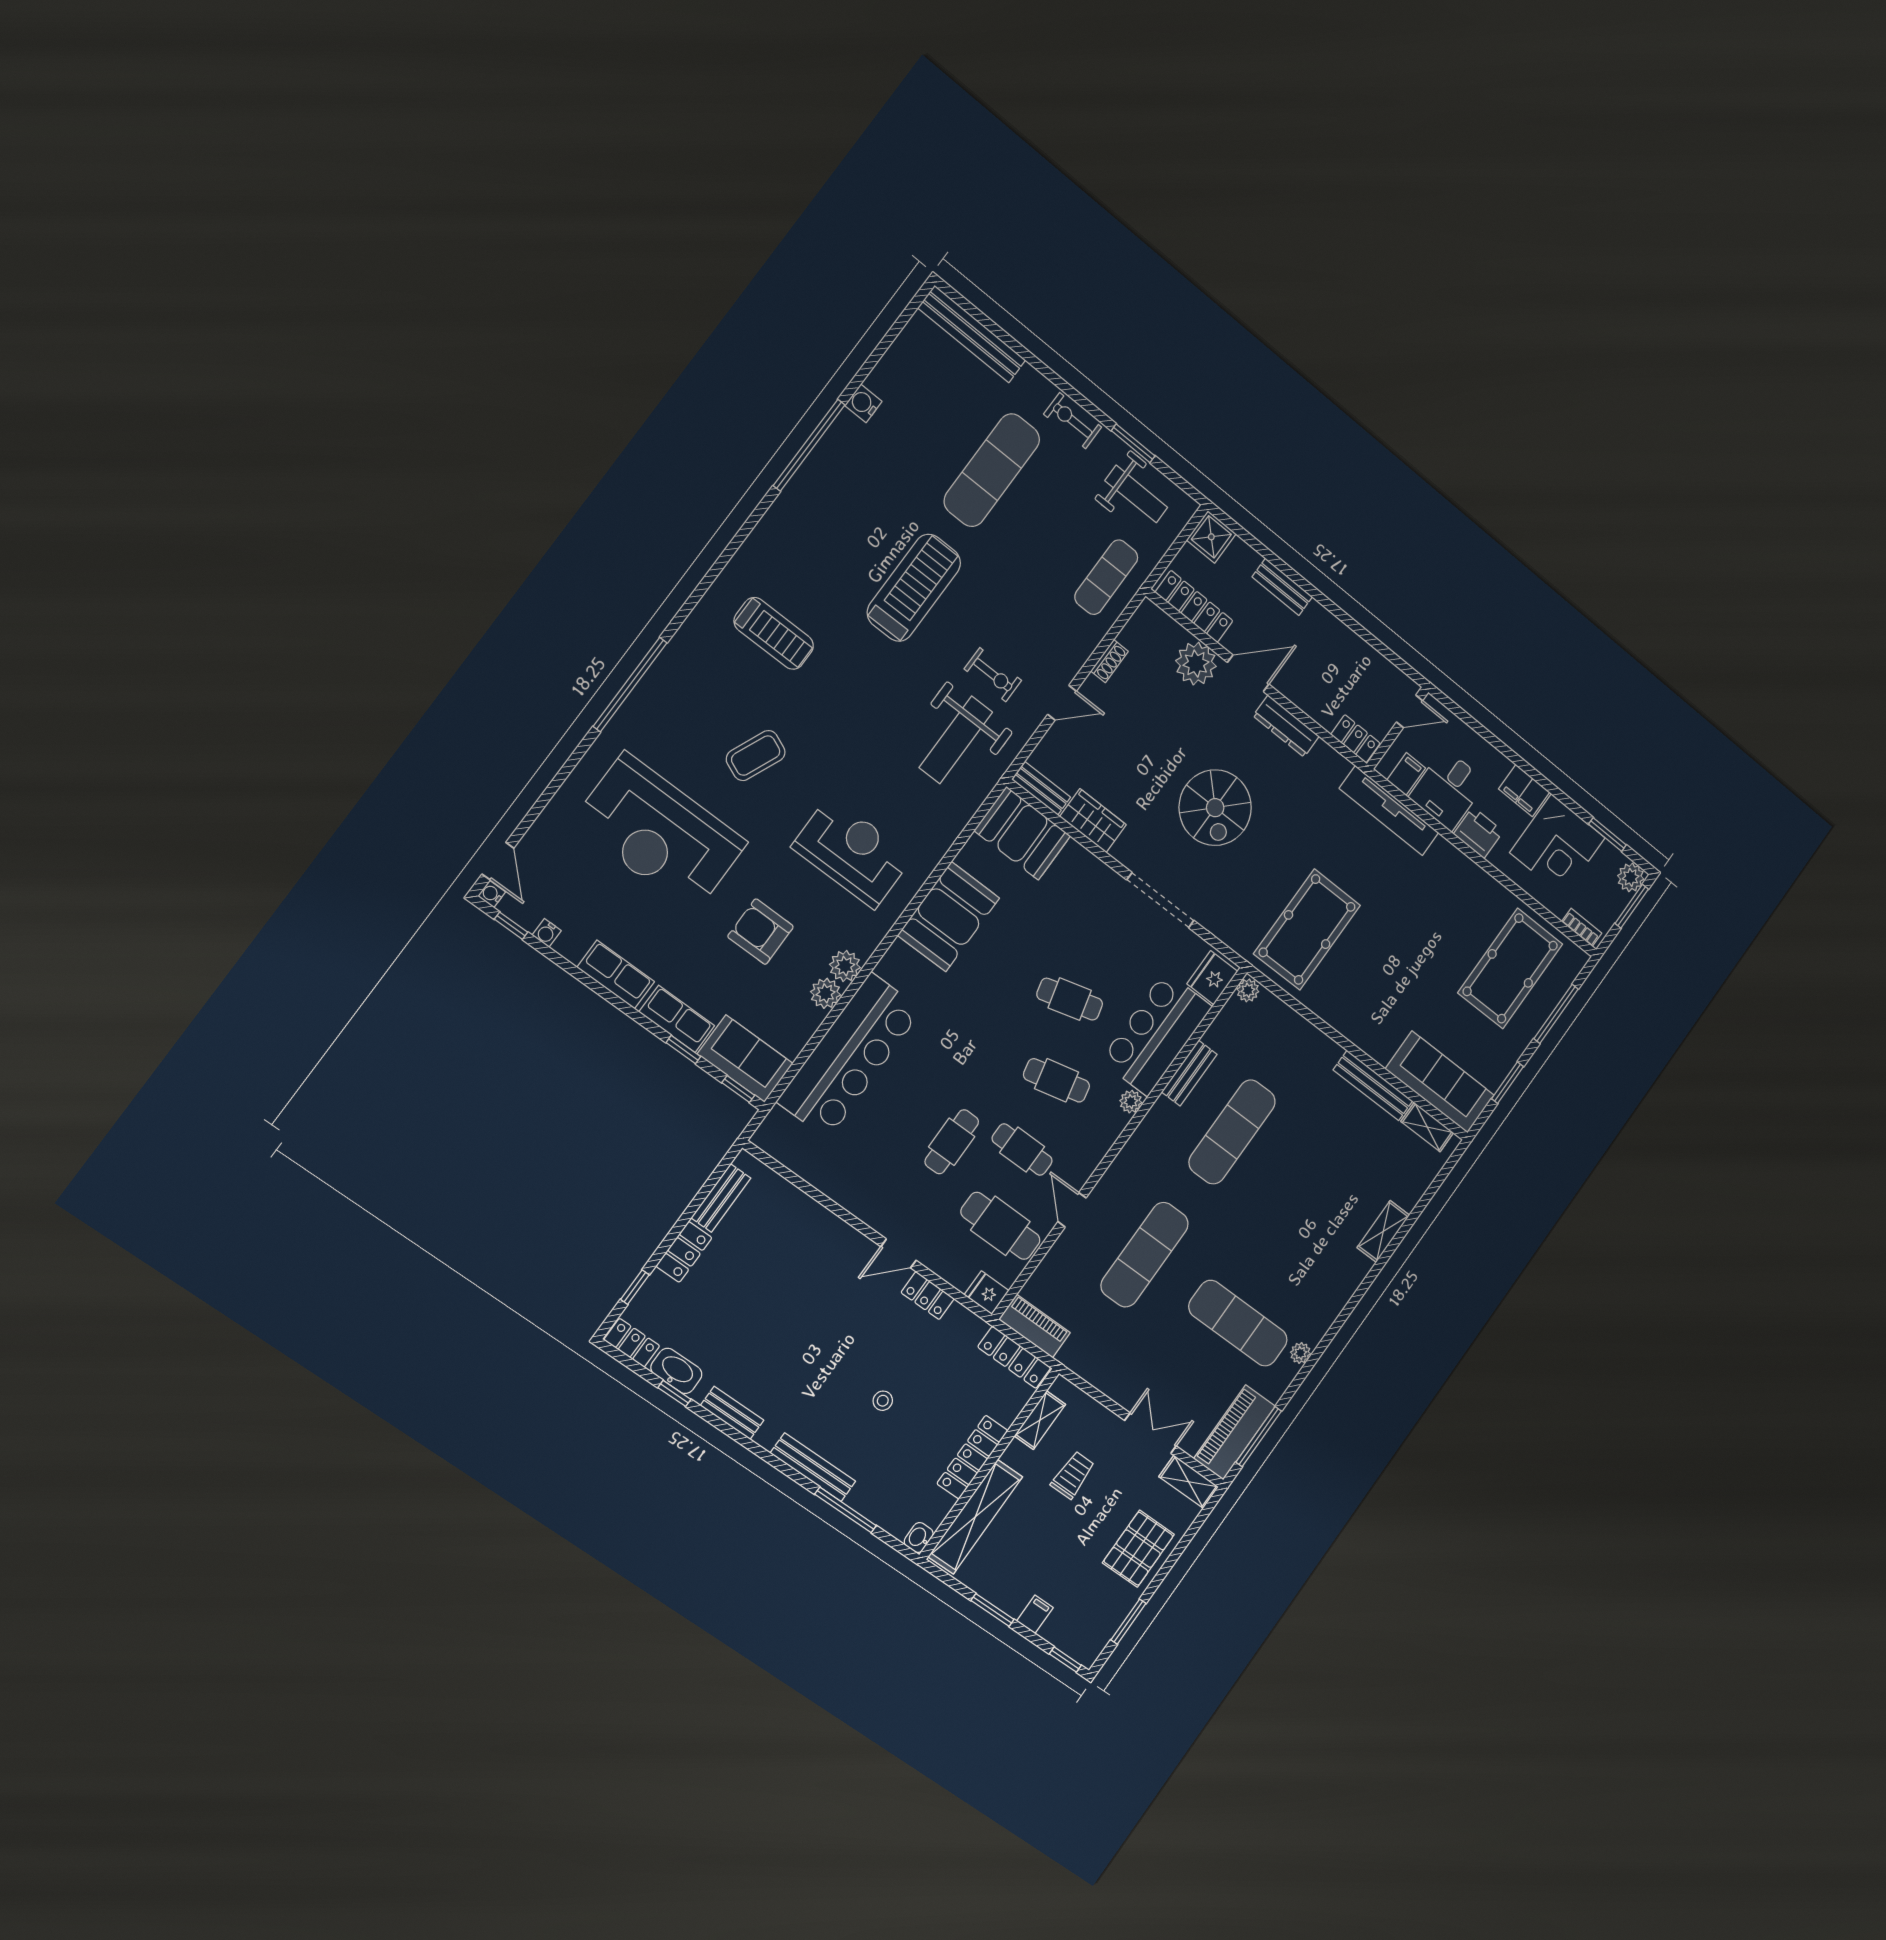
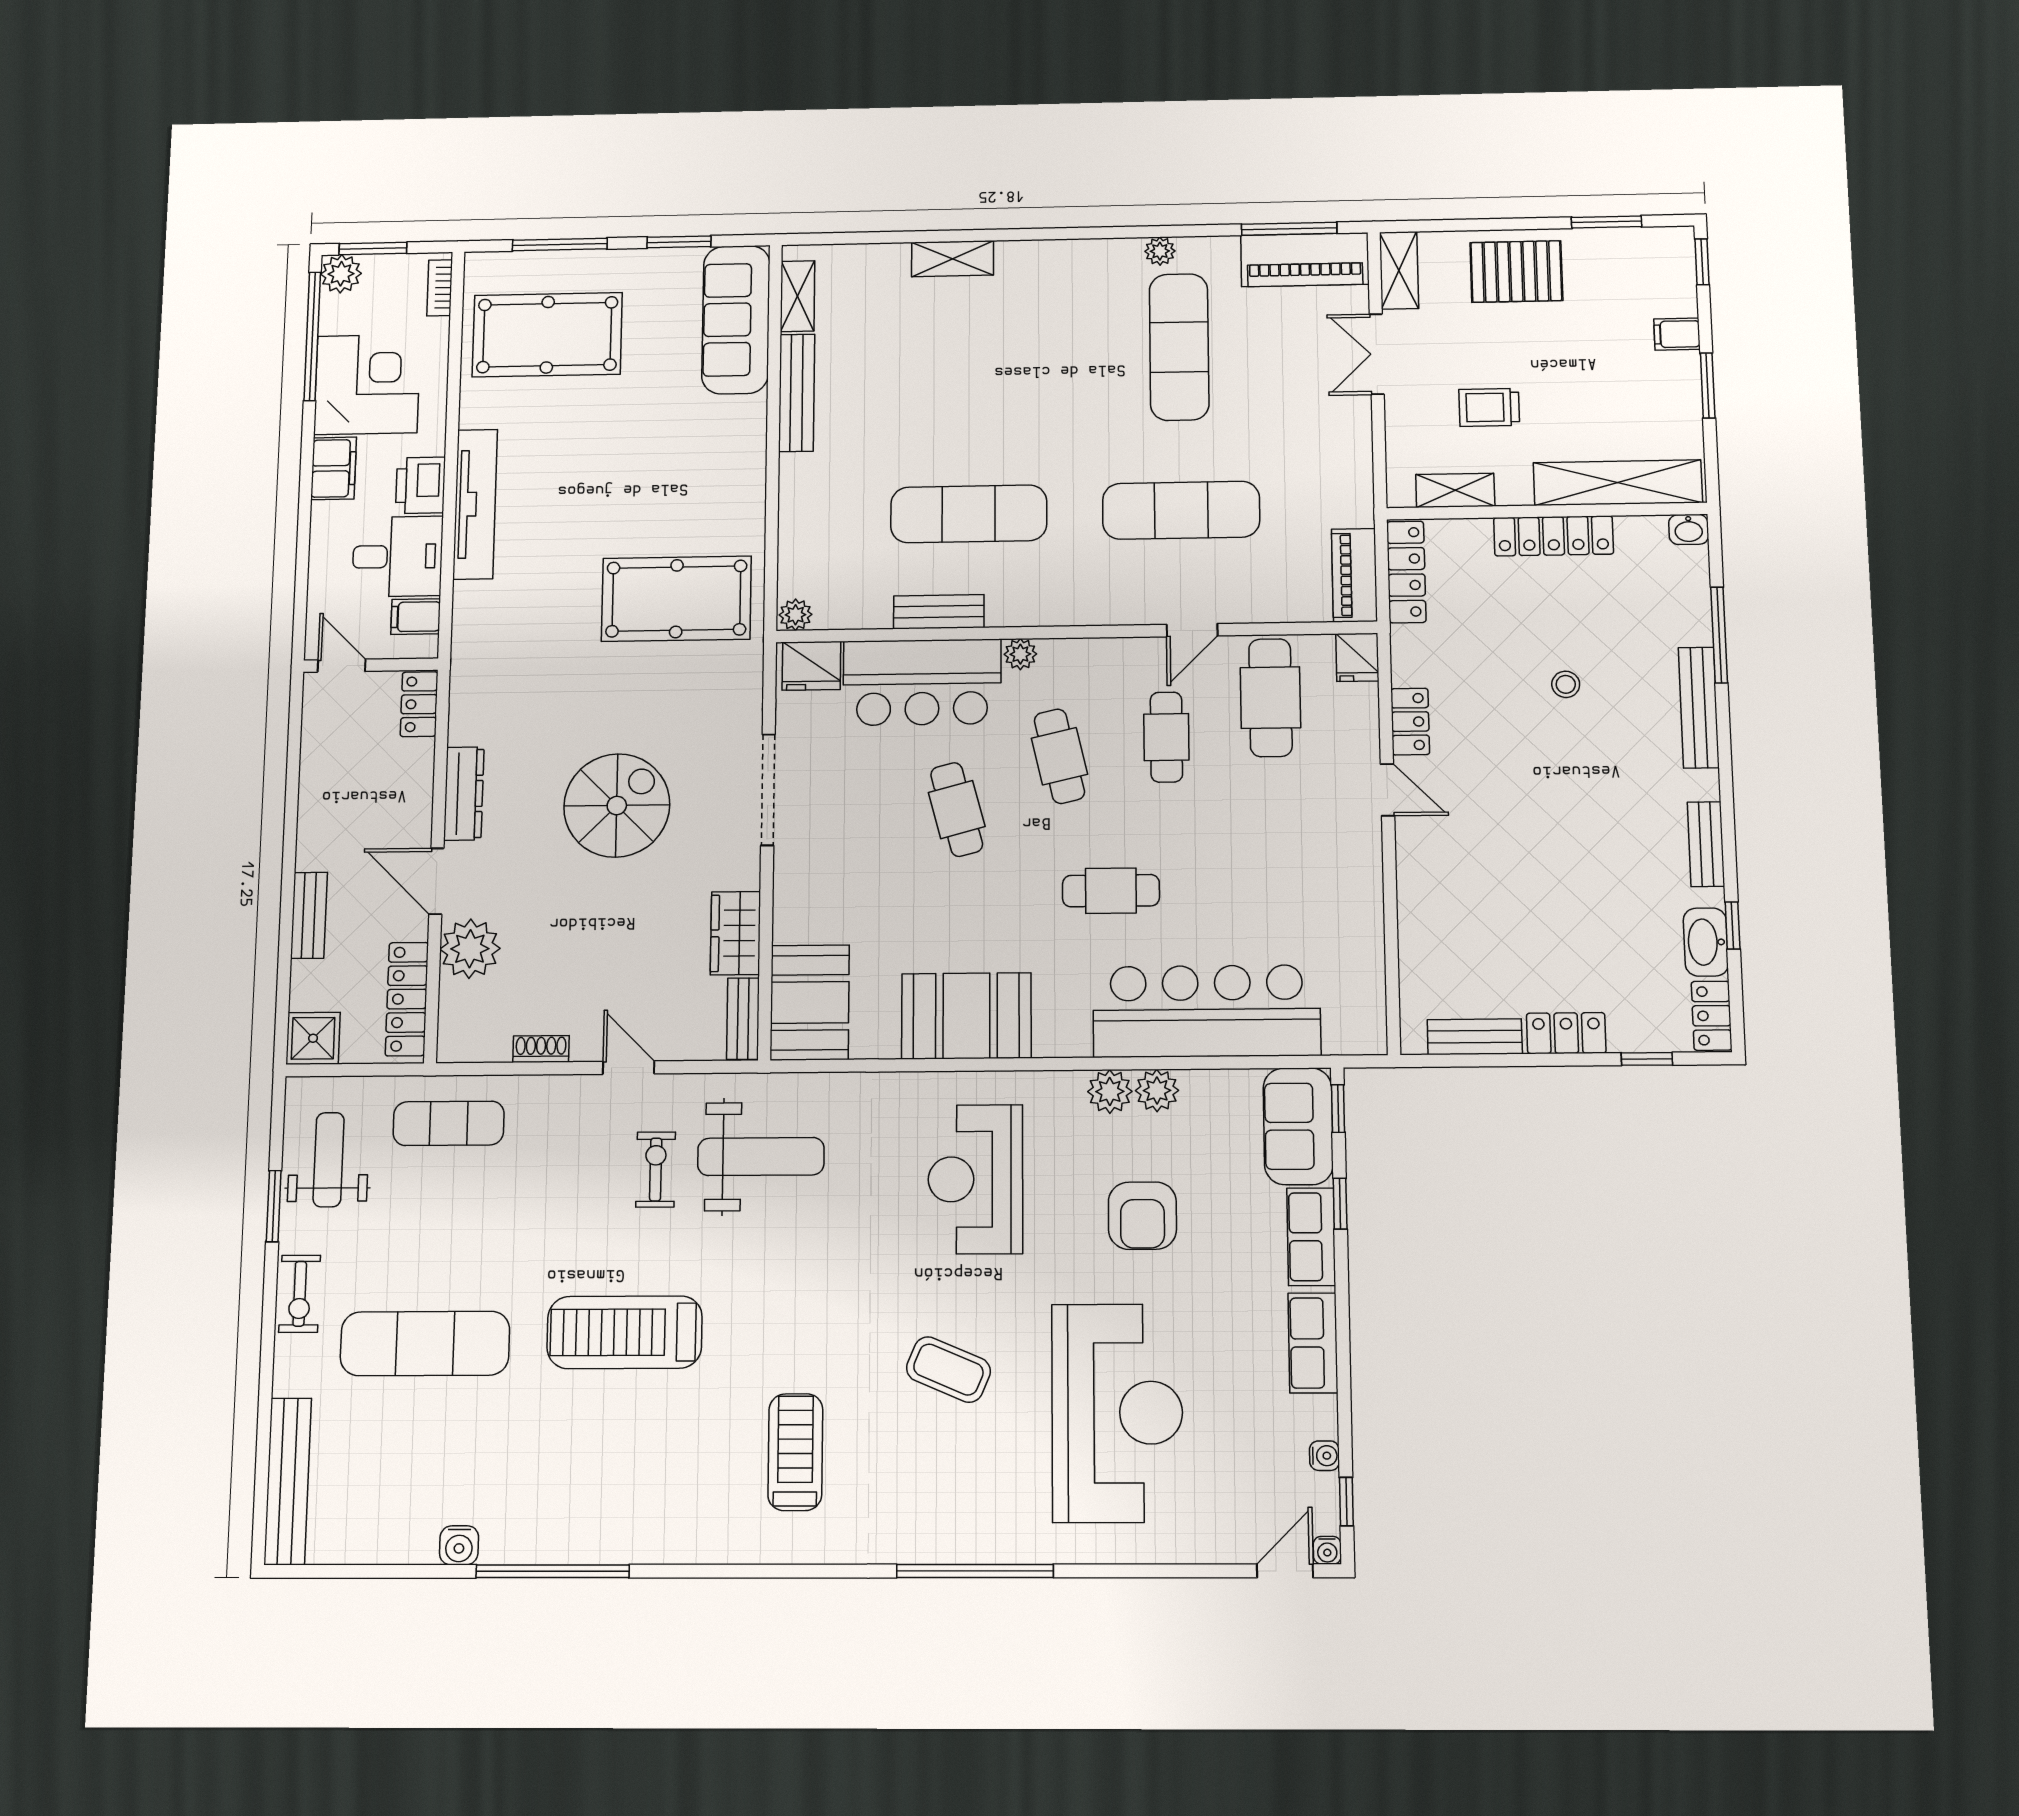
tv unit: (1389, 811) -> (475, 504), moved
window: (1607, 835) -> (312, 336), width x2.11
cafe table: (952, 1142) -> (1111, 891), moved

